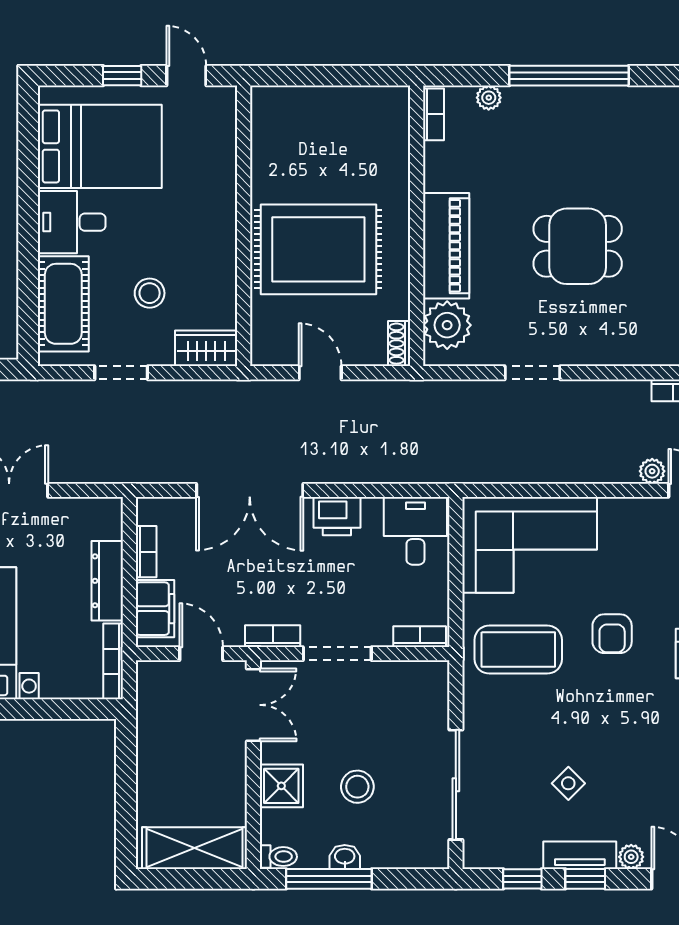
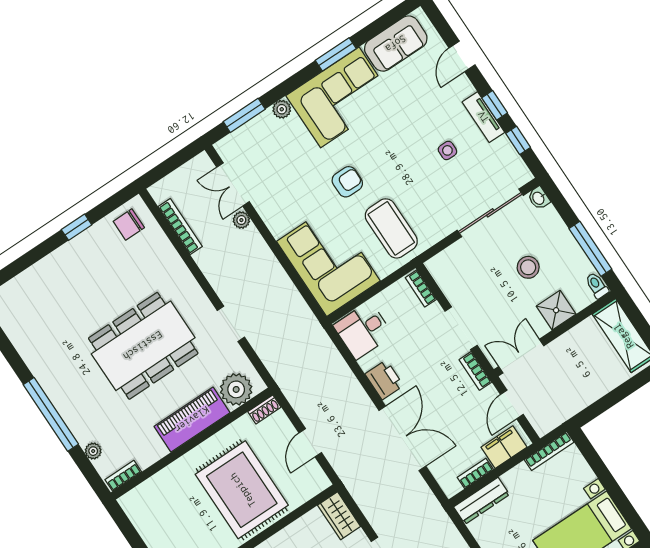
dining table: (578, 246) -> (143, 346), width x1.88, depth x1.24
dresser: (107, 581) -> (482, 501), moved
side table: (568, 783) -> (447, 150), turned 45
washbasin: (345, 857) -> (539, 198), moved
plant: (631, 857) -> (465, 88), removed

